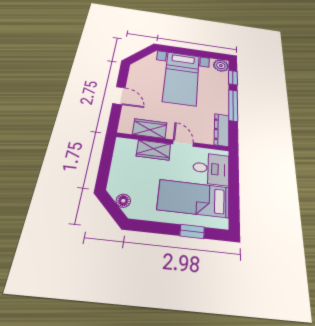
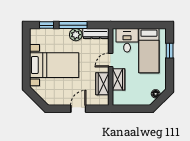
plant: (221, 66) -> (76, 35), moved

